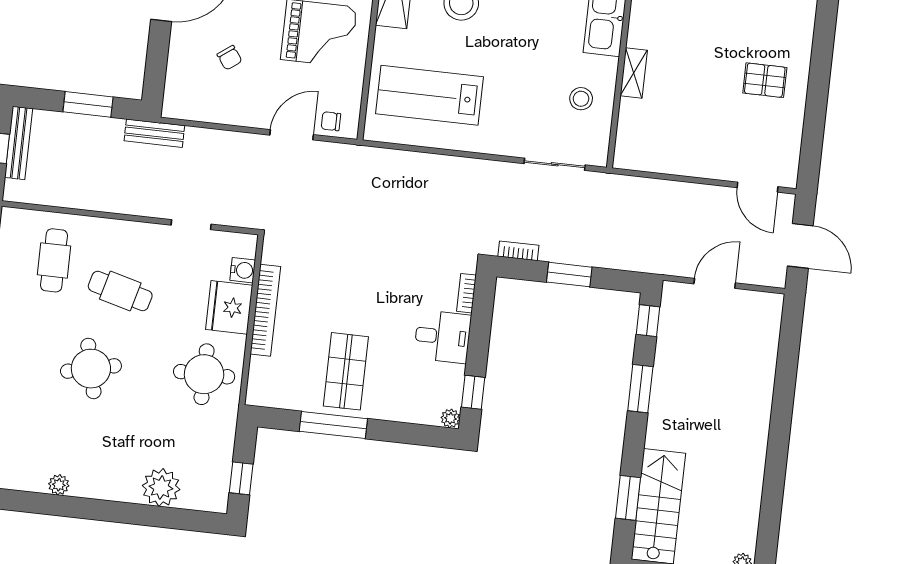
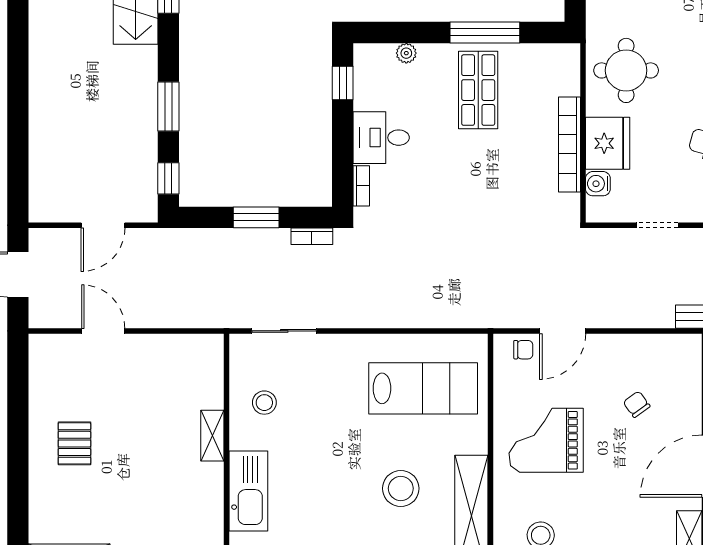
pallet: (765, 80) -> (74, 443), turned 90
door: (758, 187) -> (103, 331), moved
plant: (450, 418) -> (406, 53), moved

